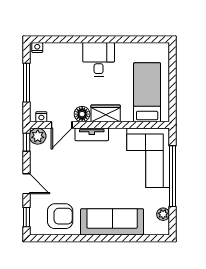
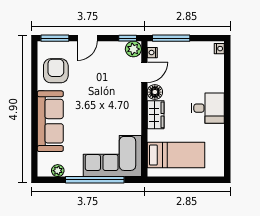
window: (26, 83) -> (171, 38), moved
door: (62, 125) -> (144, 72), swing flipped
tv unit: (92, 134) -> (135, 101), removed
armchair: (60, 216) -> (56, 71), turned 180
window: (26, 217) -> (55, 38), width x1.50

